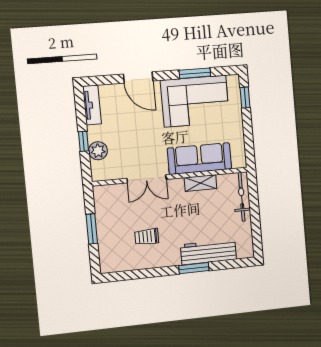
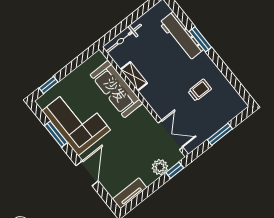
window: (84, 141) -> (175, 170), moved
double door: (147, 179) -> (170, 135), moved
trolley: (147, 237) -> (200, 90), turned -90

